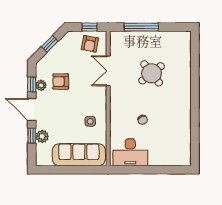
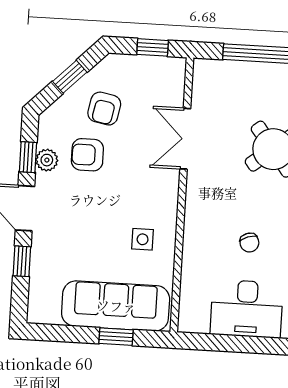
armchair: (90, 44) -> (104, 109), moved
plant: (42, 136) -> (43, 264), removed
desk: (130, 152) -> (247, 309), moved
window: (80, 170) -> (116, 337), added

